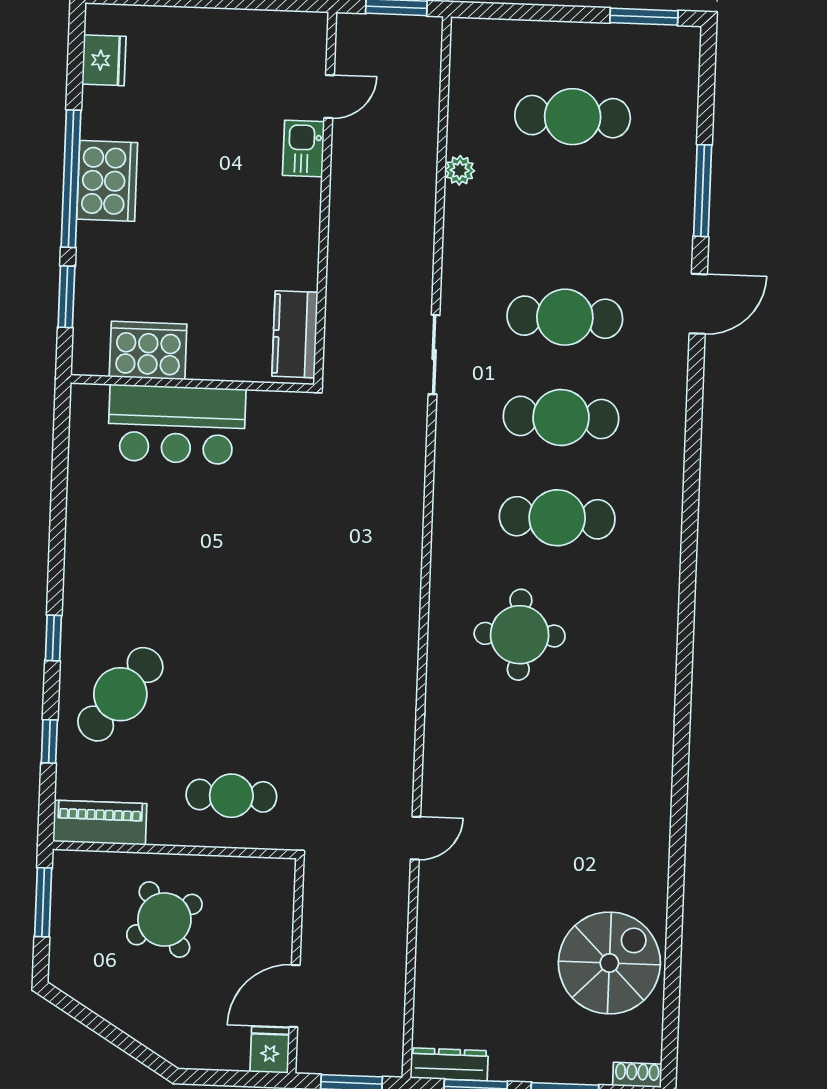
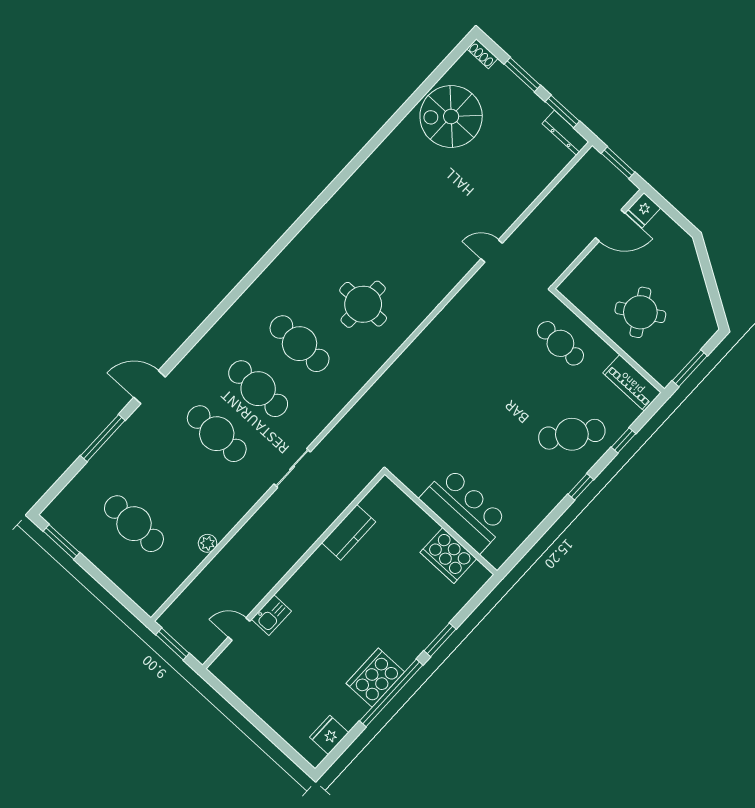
cooker: (148, 350) -> (448, 555), moved
wall: (192, 384) -> (441, 523), moved
bar counter: (177, 424) -> (464, 510), moved

